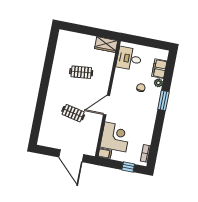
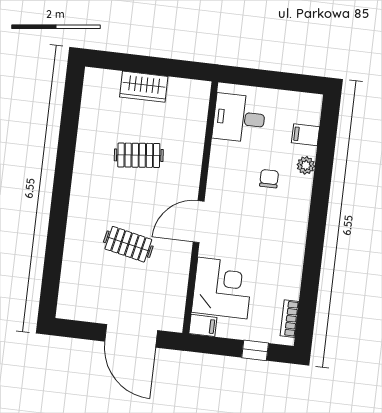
wardrobe: (106, 45) -> (144, 87), moved
filing cabinet: (159, 69) -> (305, 135), width x0.50
window: (163, 101) -> (319, 202), removed

